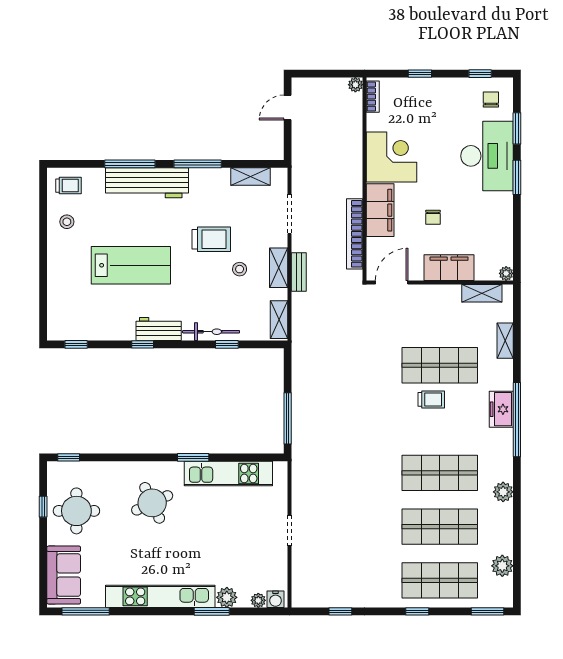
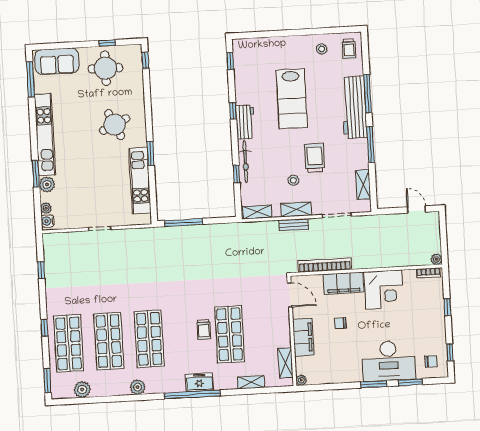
trolley: (211, 239) -> (315, 158), turned 180

